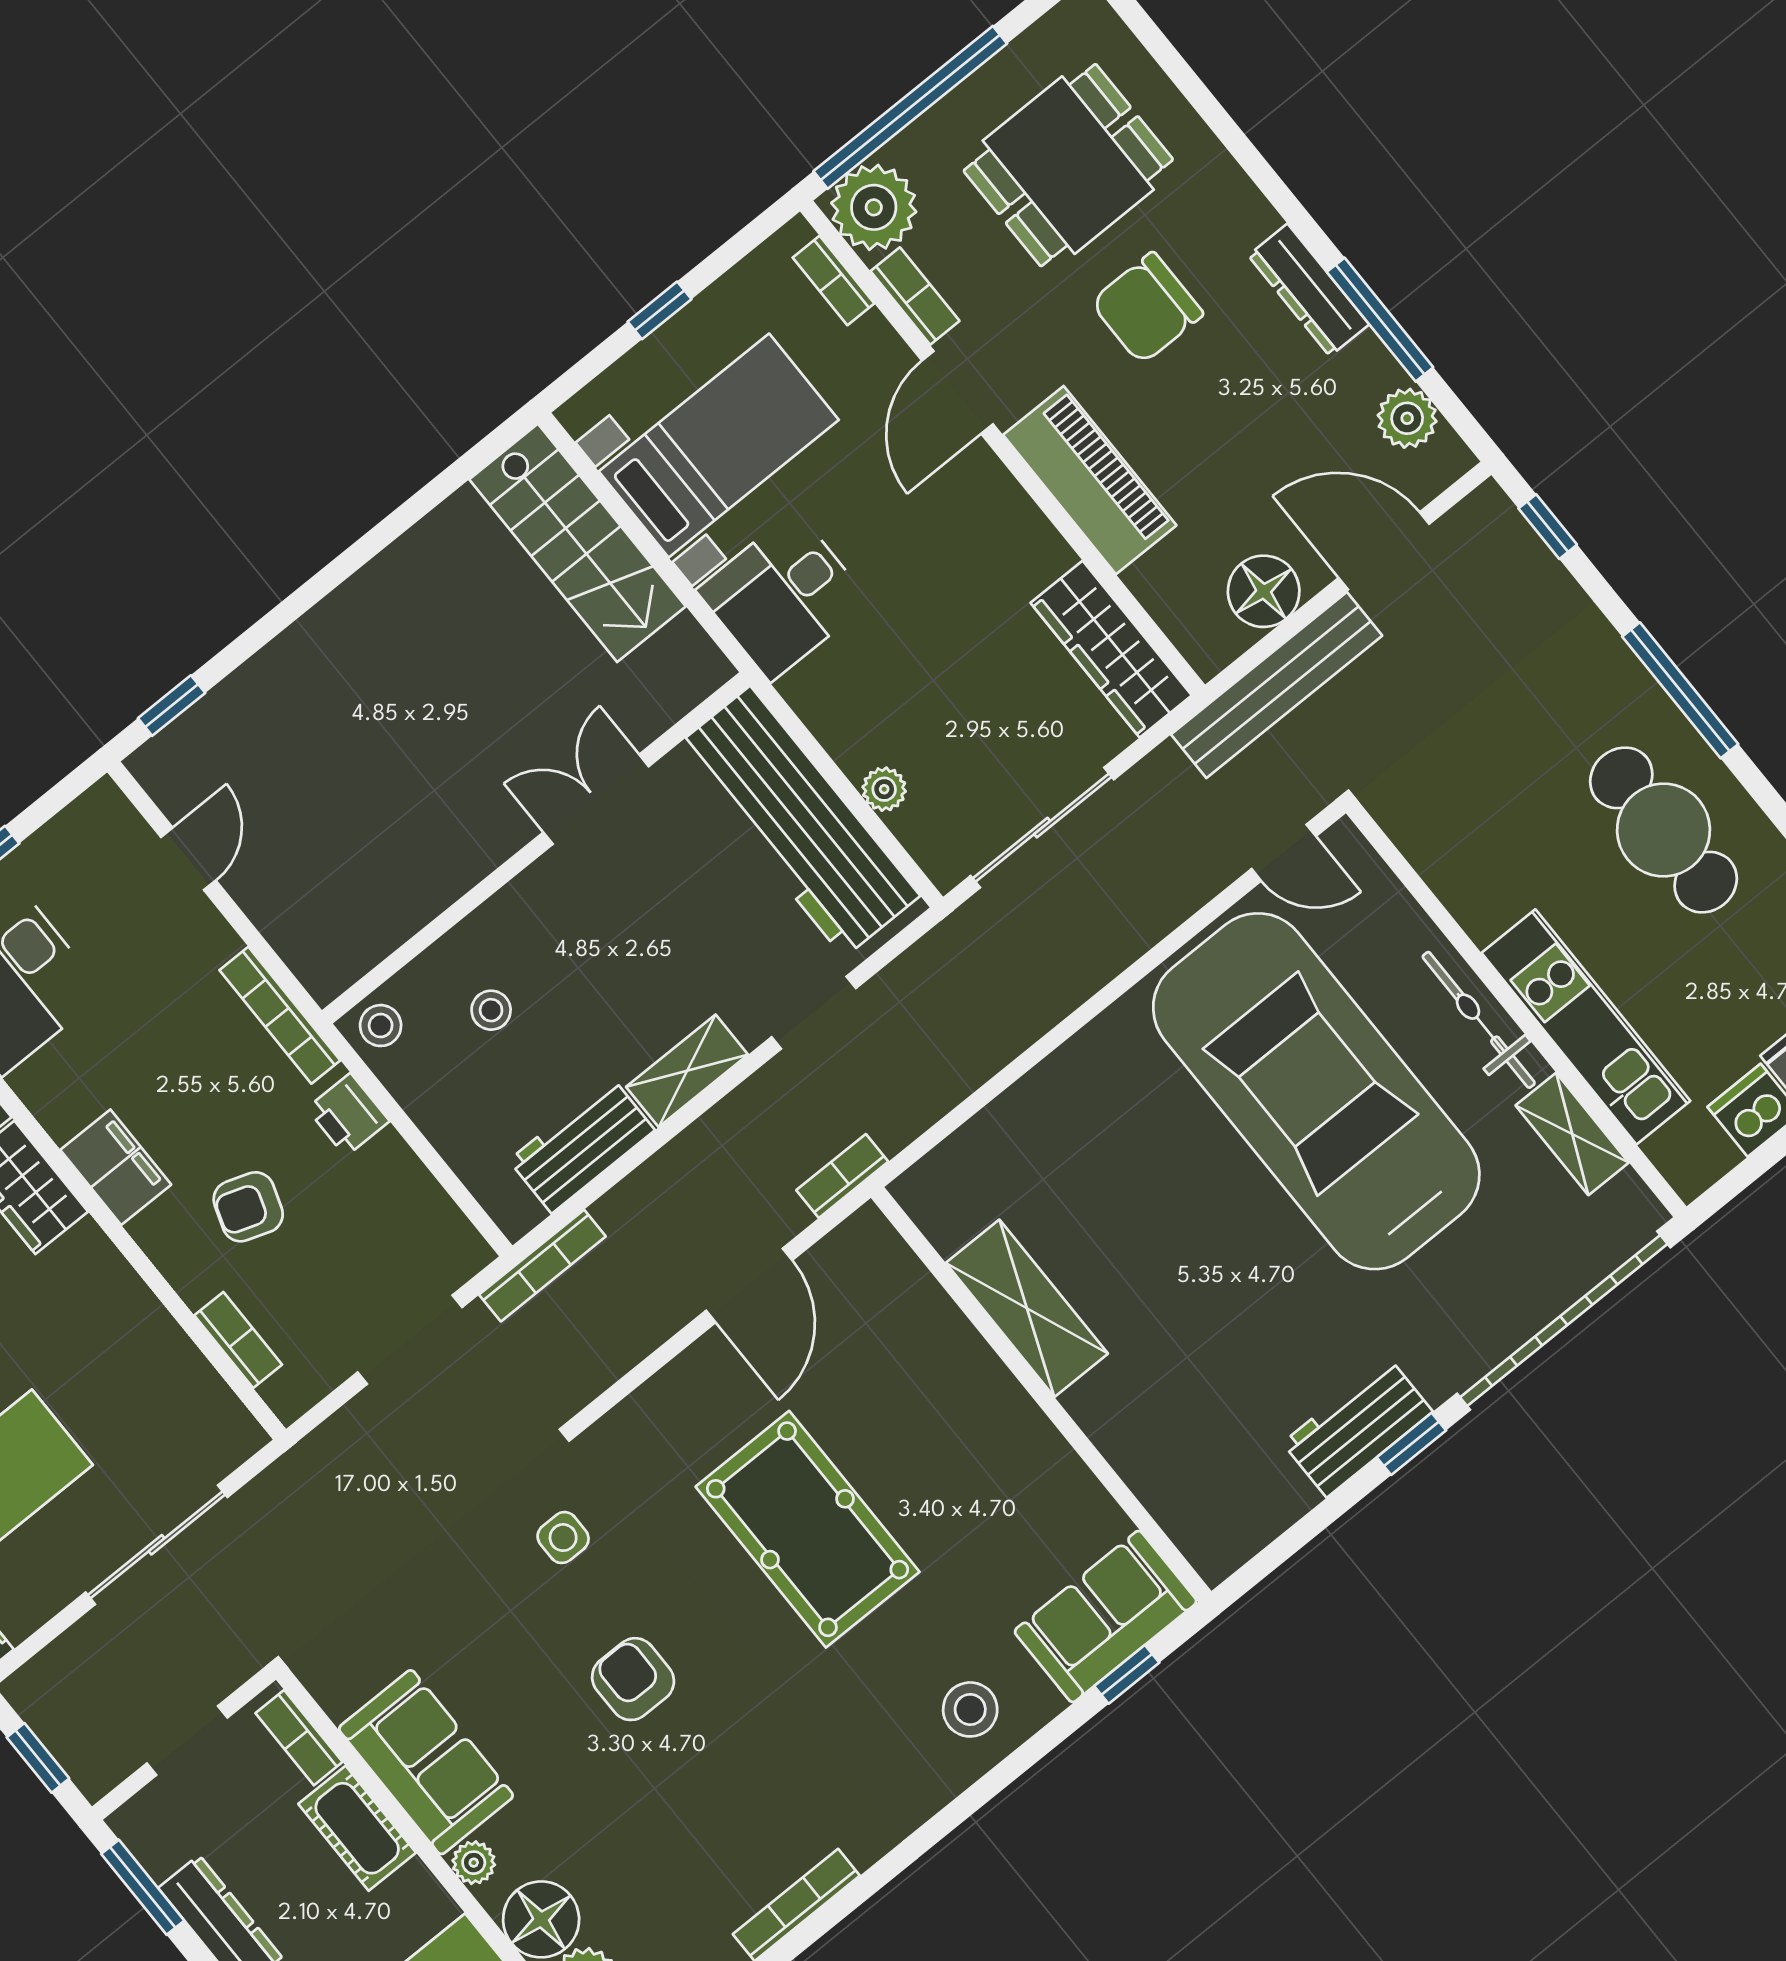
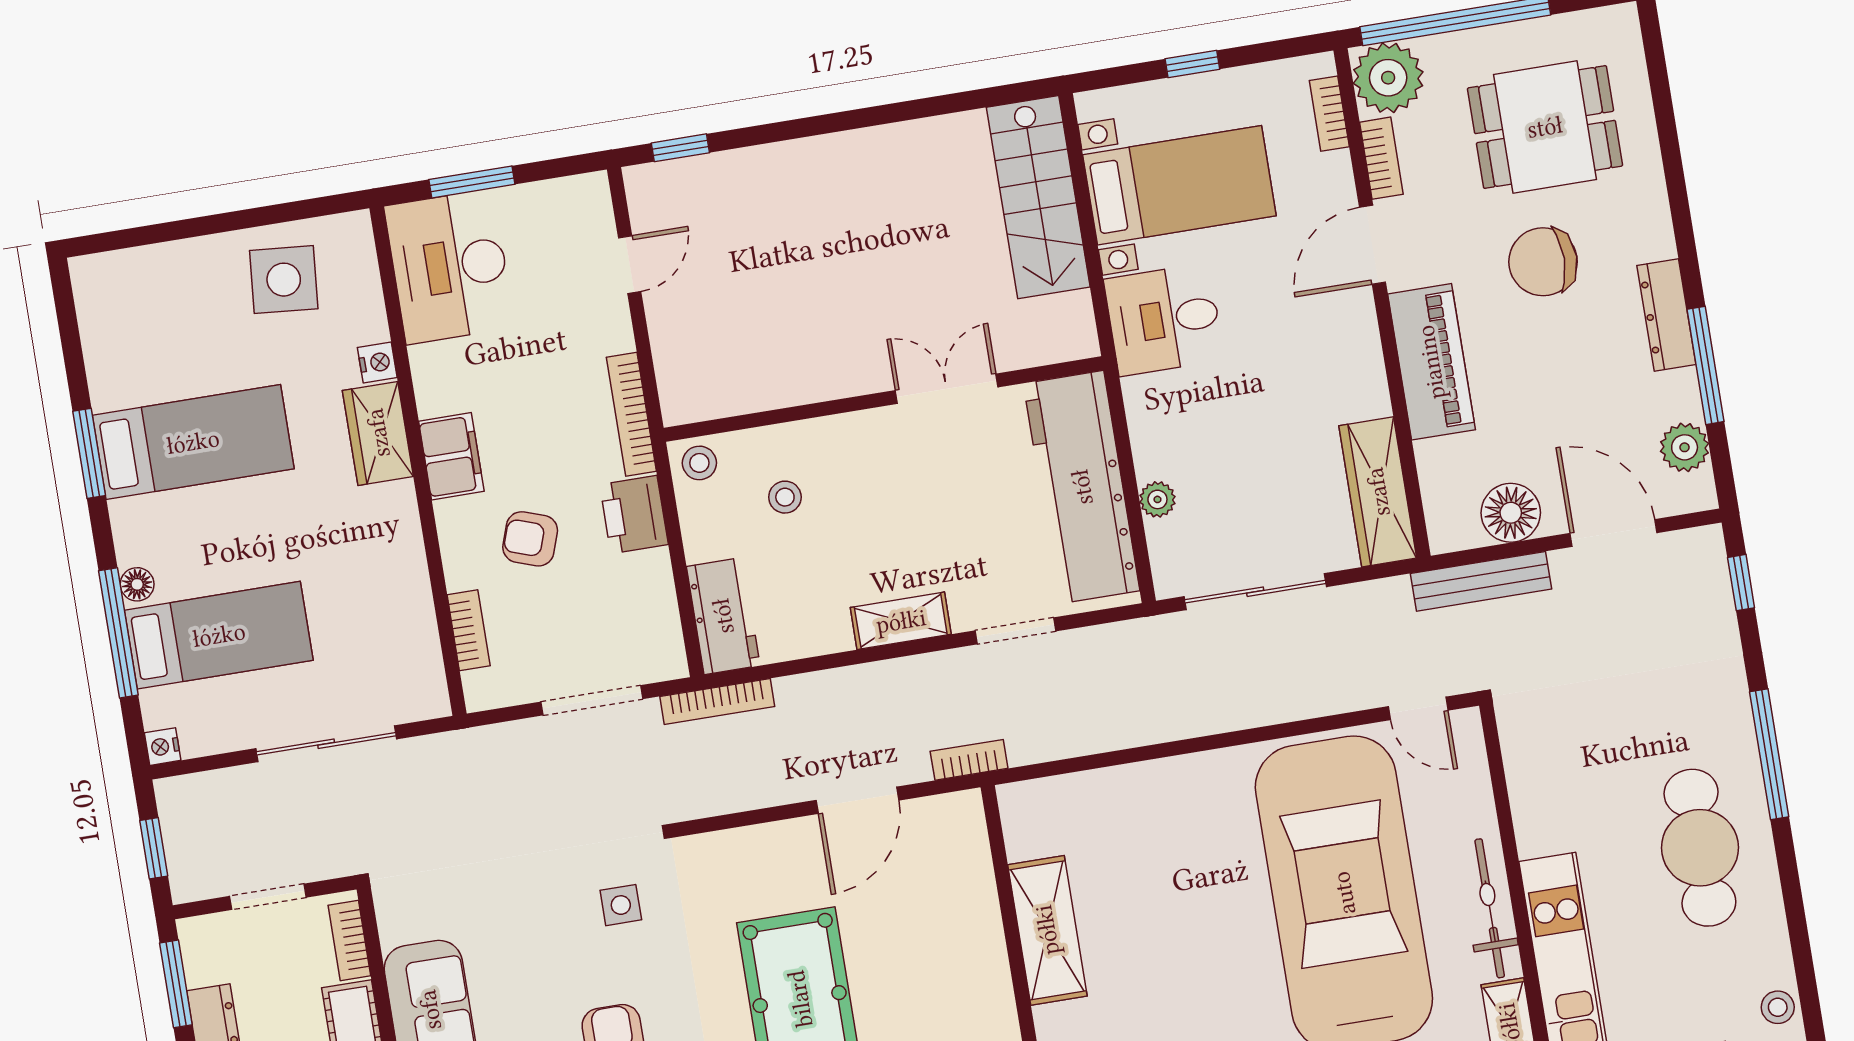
bench: (1277, 685) -> (1481, 581), width x0.73, depth x0.82
printer: (348, 1115) -> (634, 515), width x1.36, depth x1.24
workbench: (582, 1145) -> (723, 616), moved, turned 90

